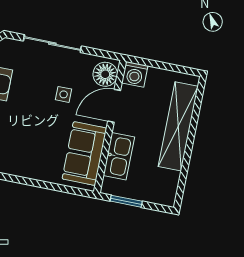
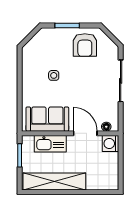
floor lamp: (105, 74) -> (106, 127), width x0.53, depth x0.53
side table: (64, 94) -> (54, 75), moved
shelving: (178, 126) -> (54, 181), moved

